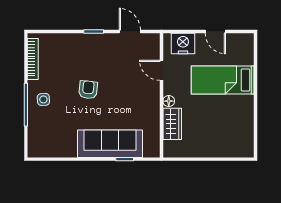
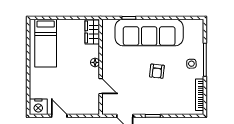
nightstand: (183, 43) -> (38, 107), moved
bed: (223, 80) -> (46, 43), moved, turned 90
wardrobe: (172, 124) -> (92, 32), moved
sofa: (110, 144) -> (149, 32), width x1.36, depth x1.27

